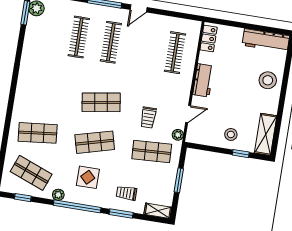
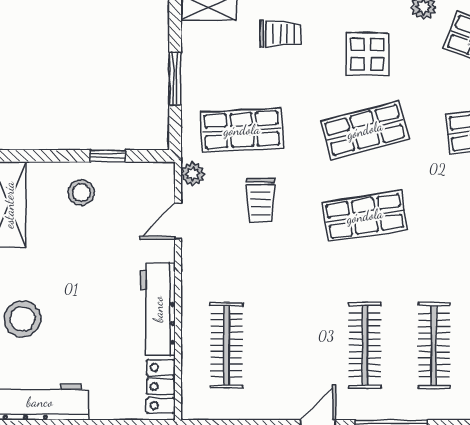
workbench: (203, 80) -> (158, 309), width x1.38
trolley: (148, 118) -> (261, 200), turned 180
window: (241, 154) -> (108, 156), moved

